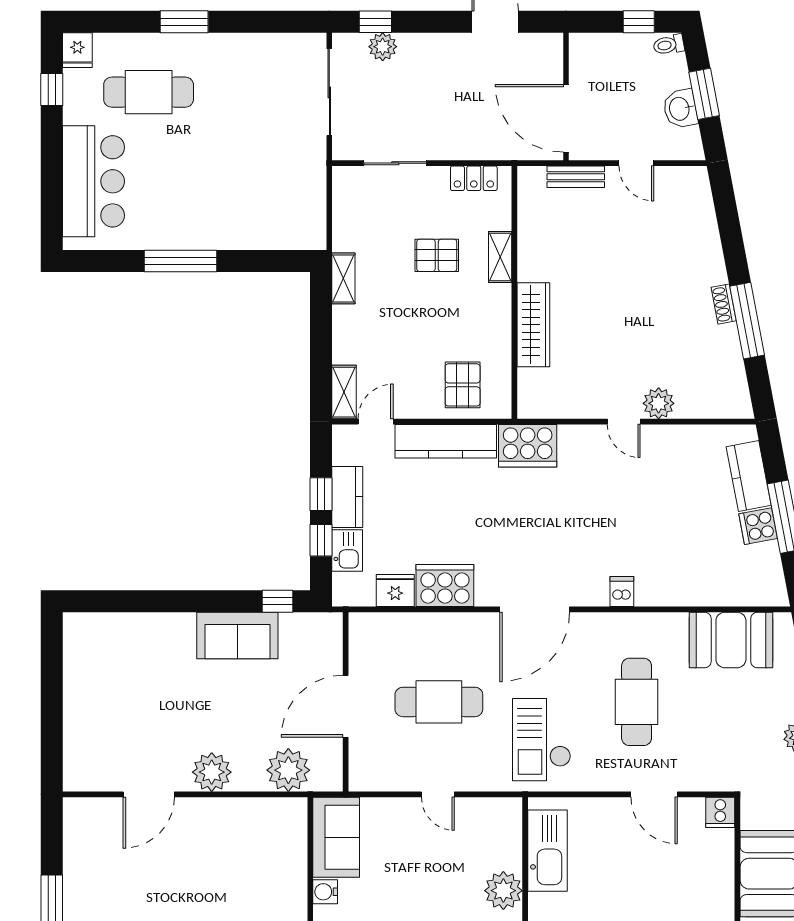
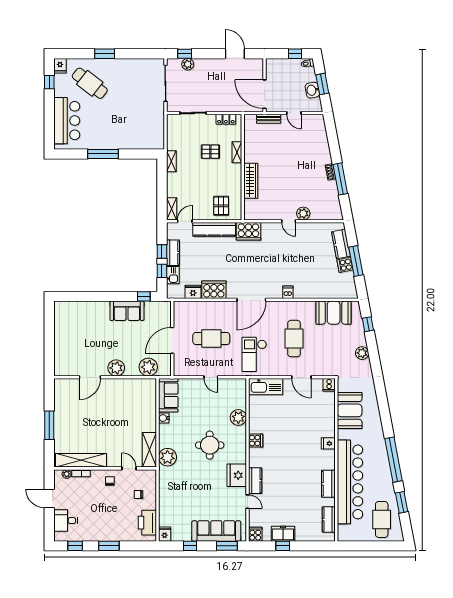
cafe table: (149, 92) -> (90, 83), turned 38
kitchen sink: (547, 851) -> (266, 387), moved, turned 90

